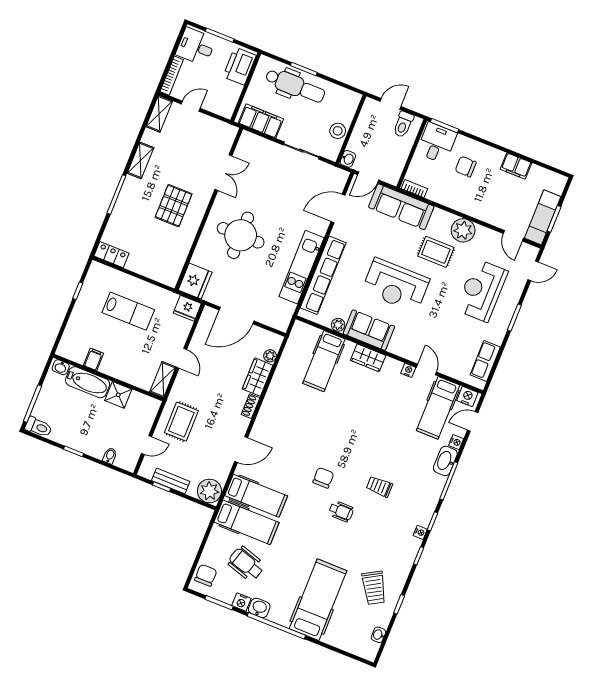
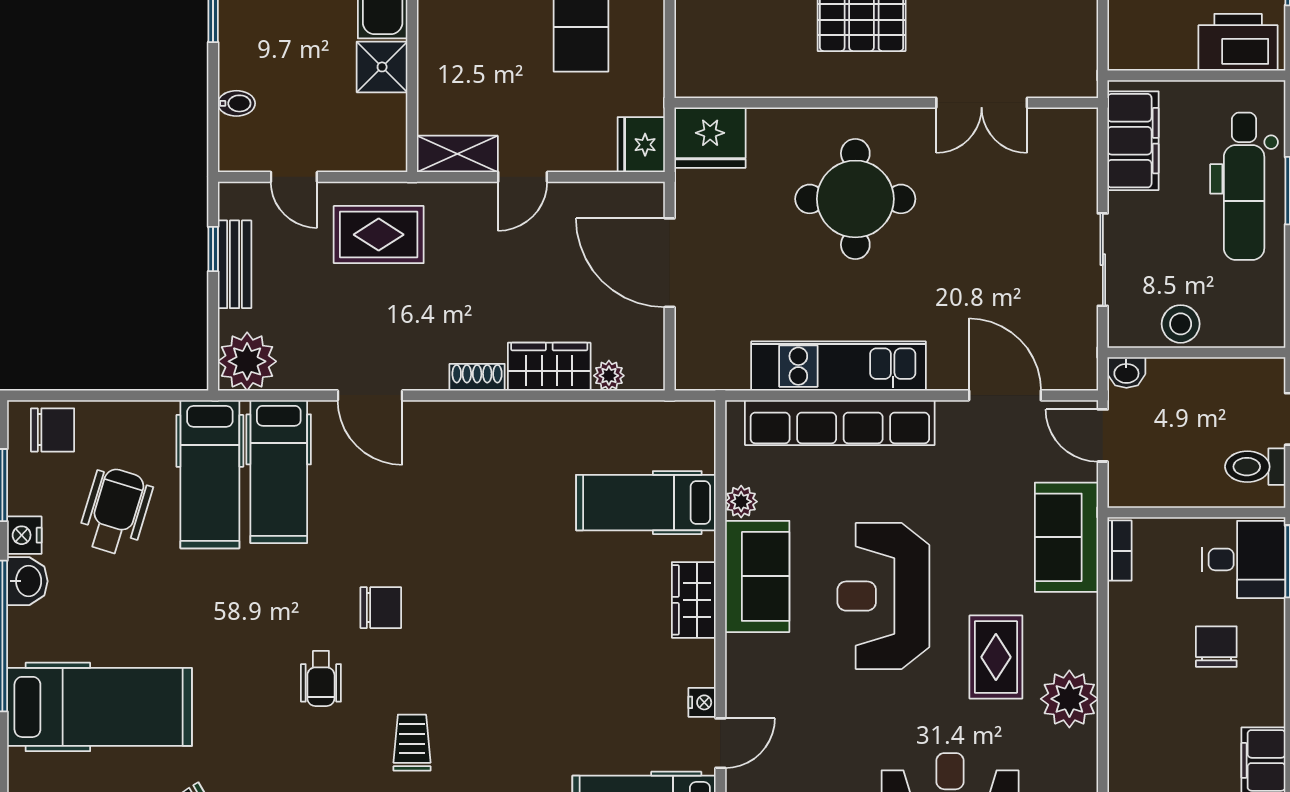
sofa: (401, 207) -> (1066, 537), width x0.73

